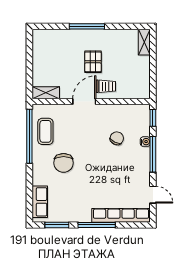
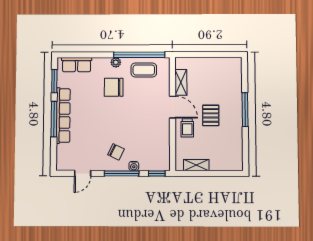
shelving: (144, 42) -> (196, 165), moved
pallet: (93, 62) -> (211, 115), turned 90
shelving: (46, 93) -> (181, 82), moved
chair: (117, 138) -> (116, 152), moved
plant: (37, 161) -> (116, 62), added
row of seats: (121, 215) -> (63, 115), moved

